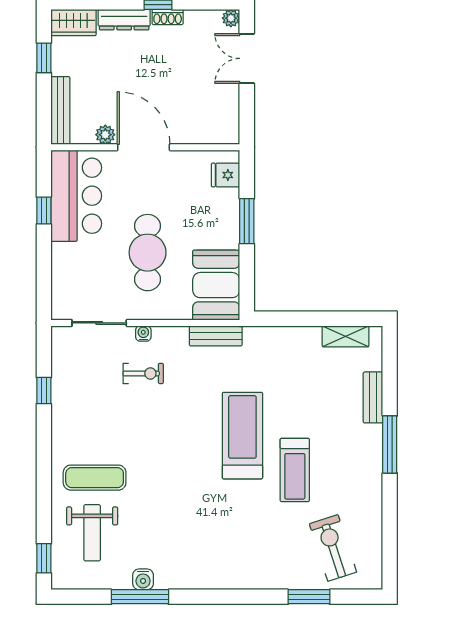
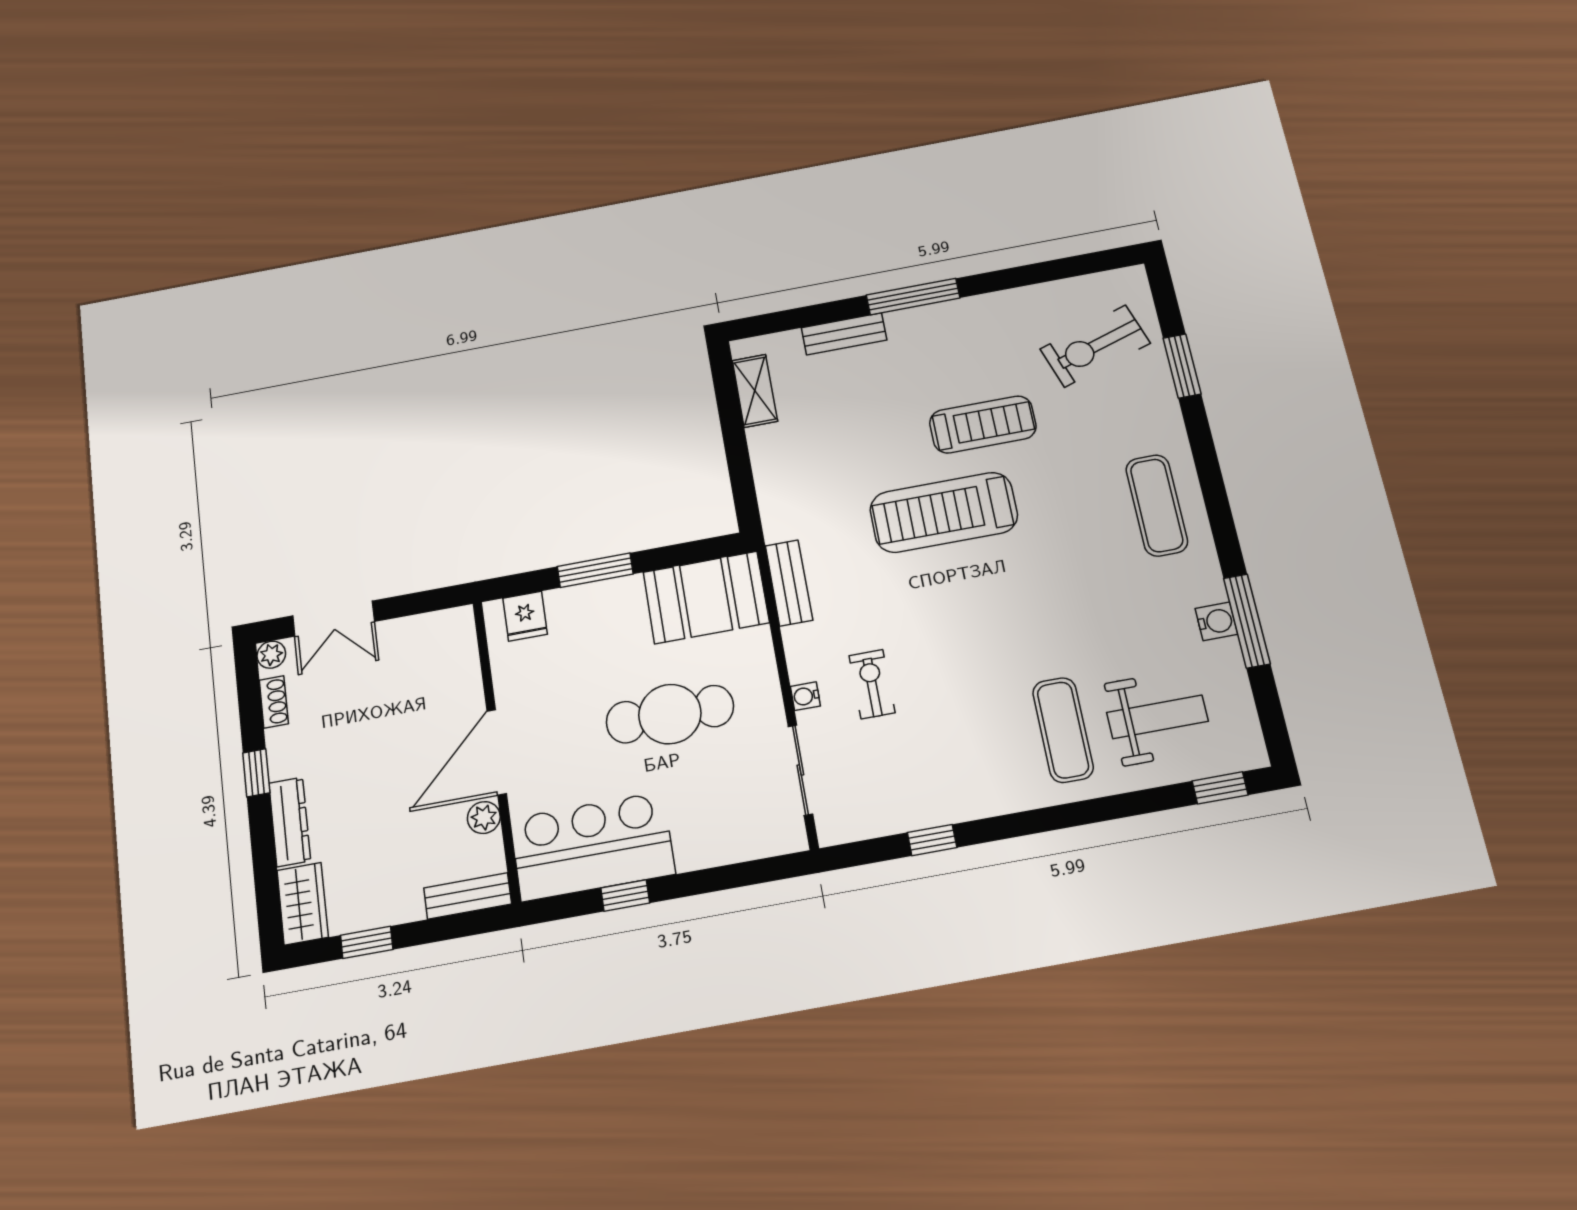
shoe rack: (168, 17) -> (274, 702), moved
bench: (60, 110) -> (468, 896), width x0.73
exercise mat: (222, 561) -> (1157, 505), added

